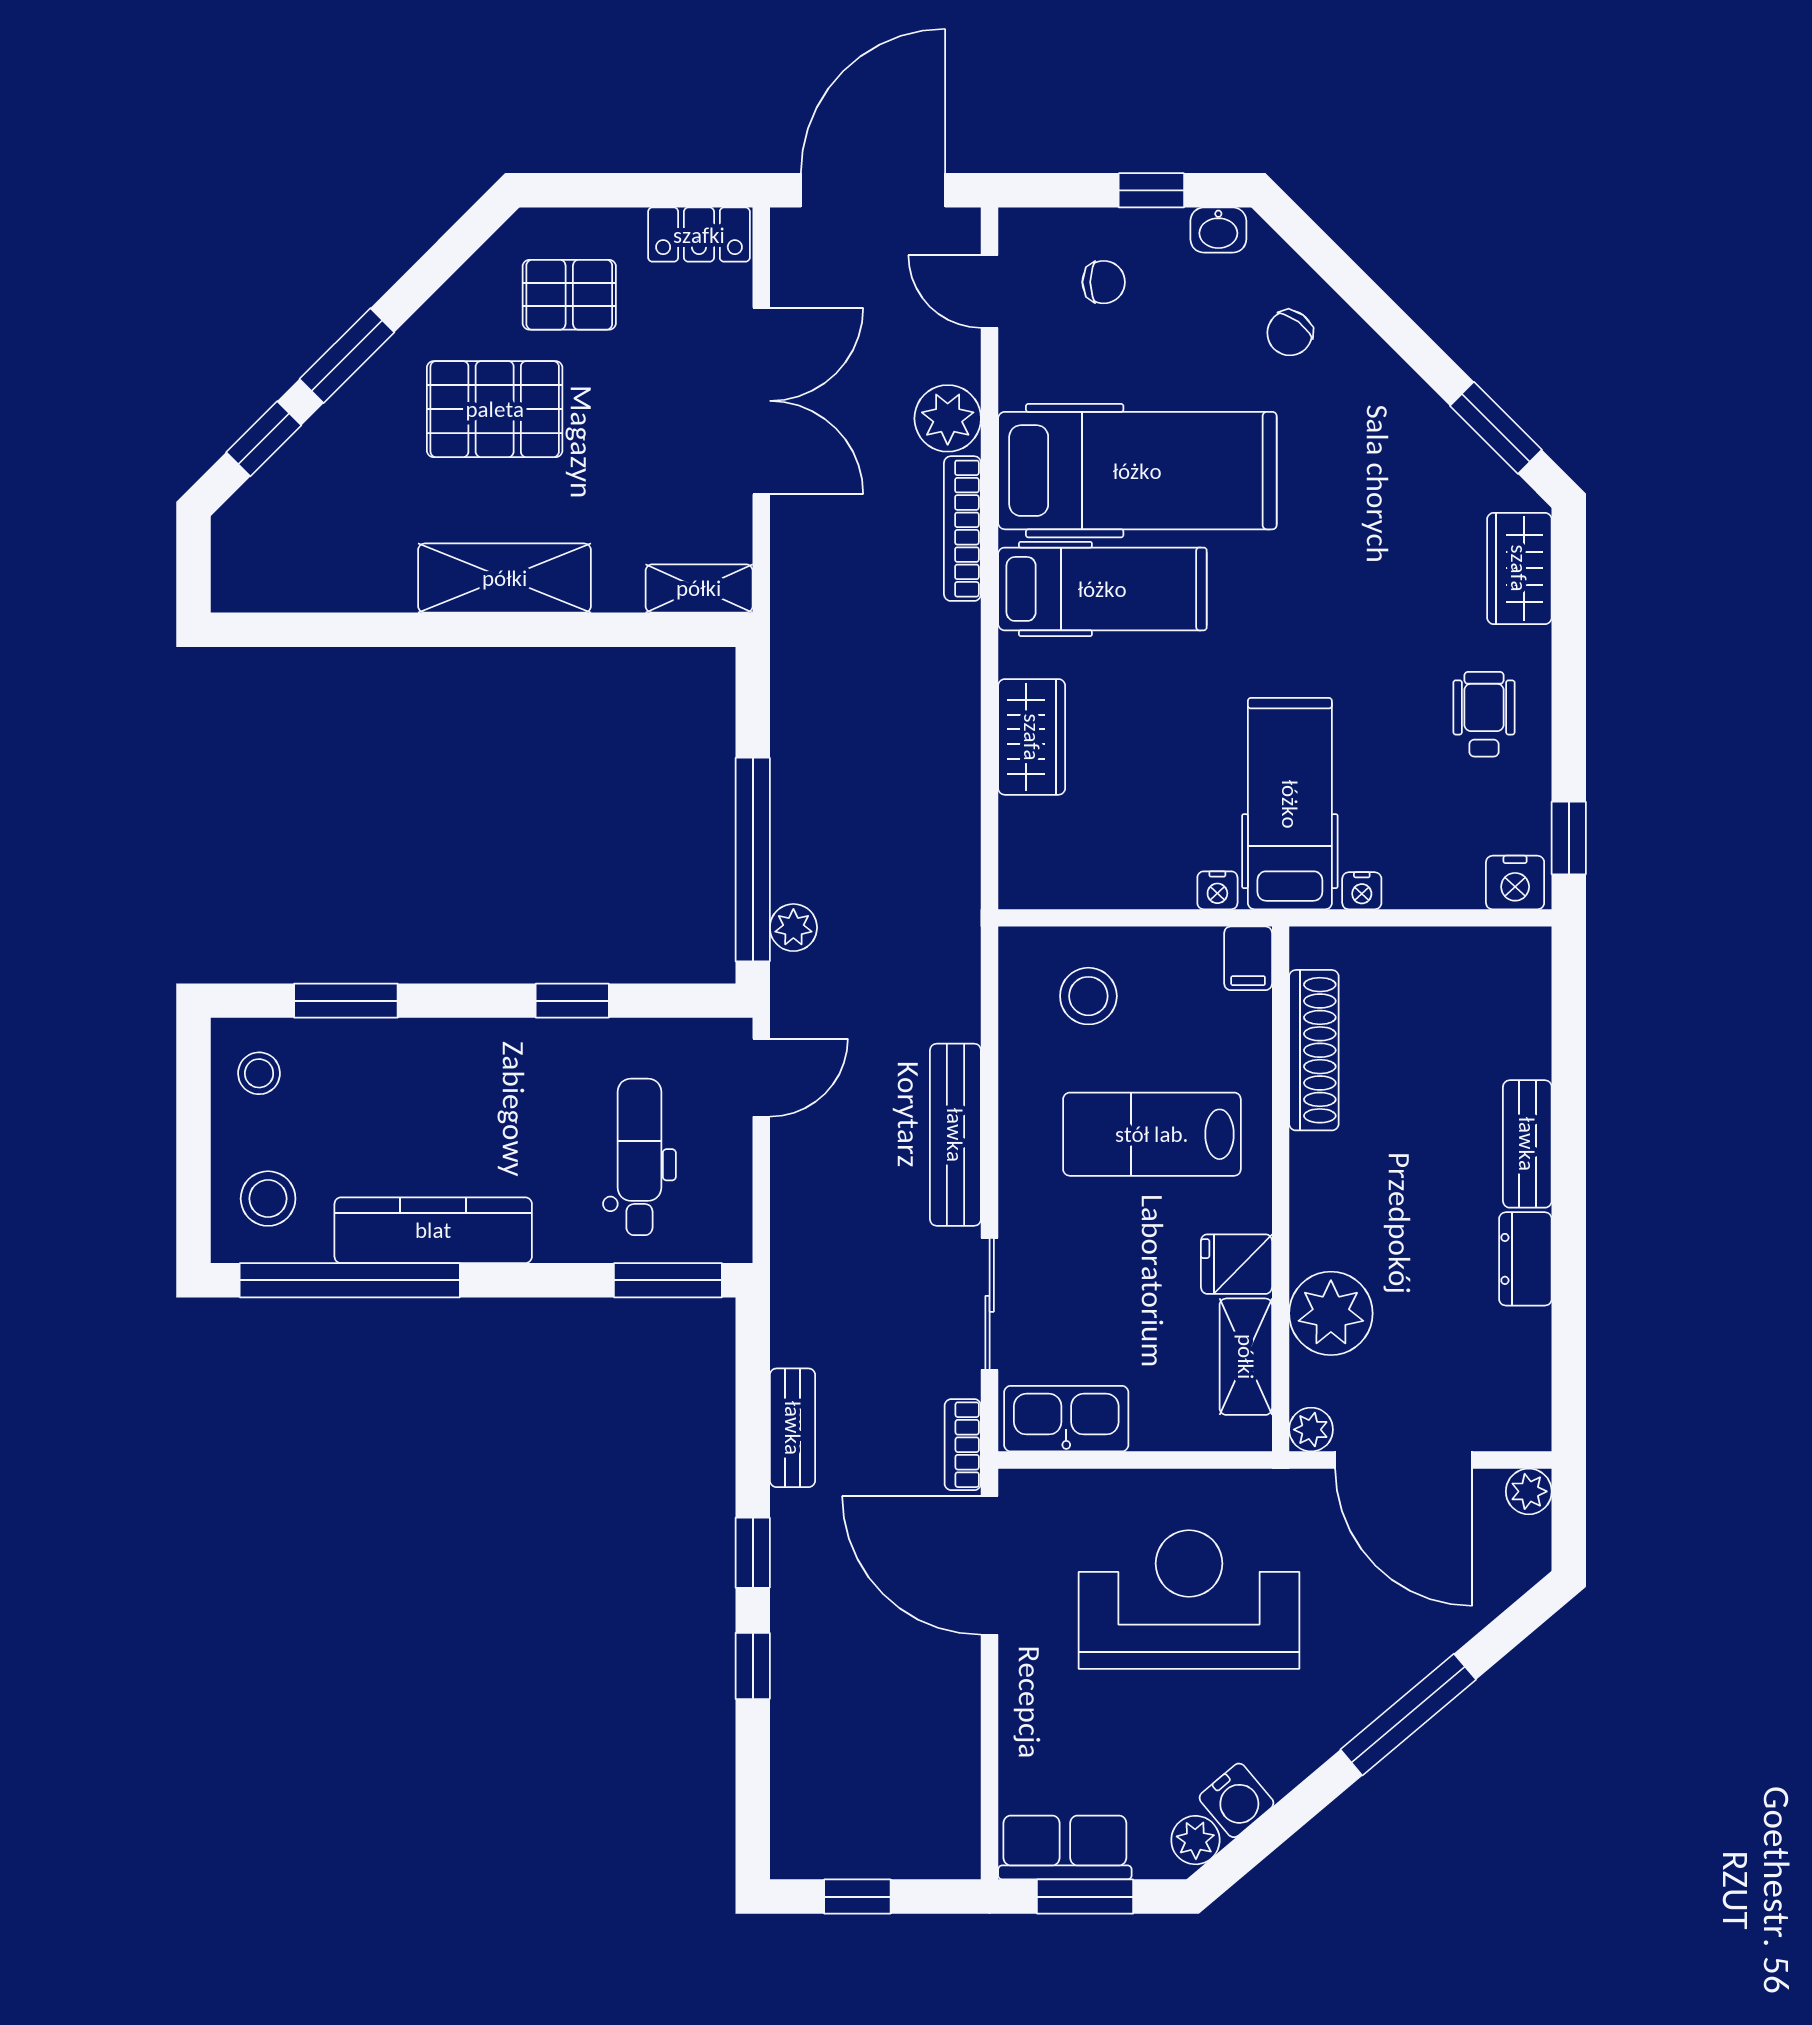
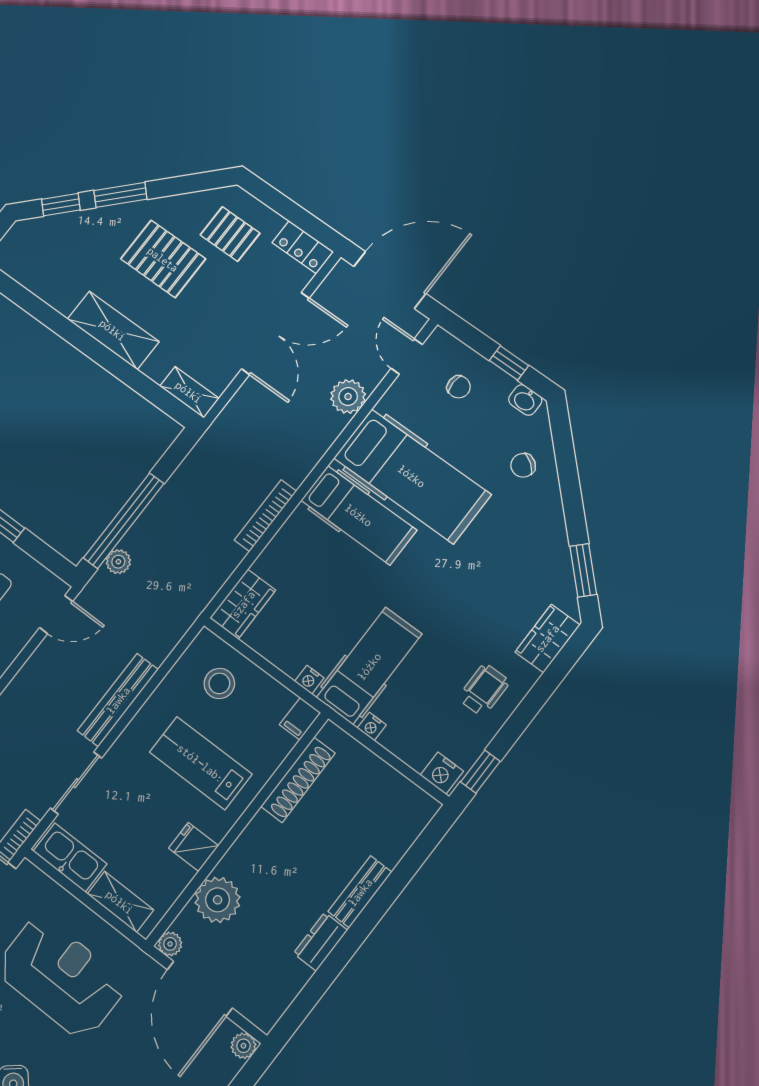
bookcase: (962, 529) -> (265, 516), moved
wardrobe: (1032, 737) -> (243, 604), moved
shelving: (1246, 1357) -> (120, 902), moved, turned 90

